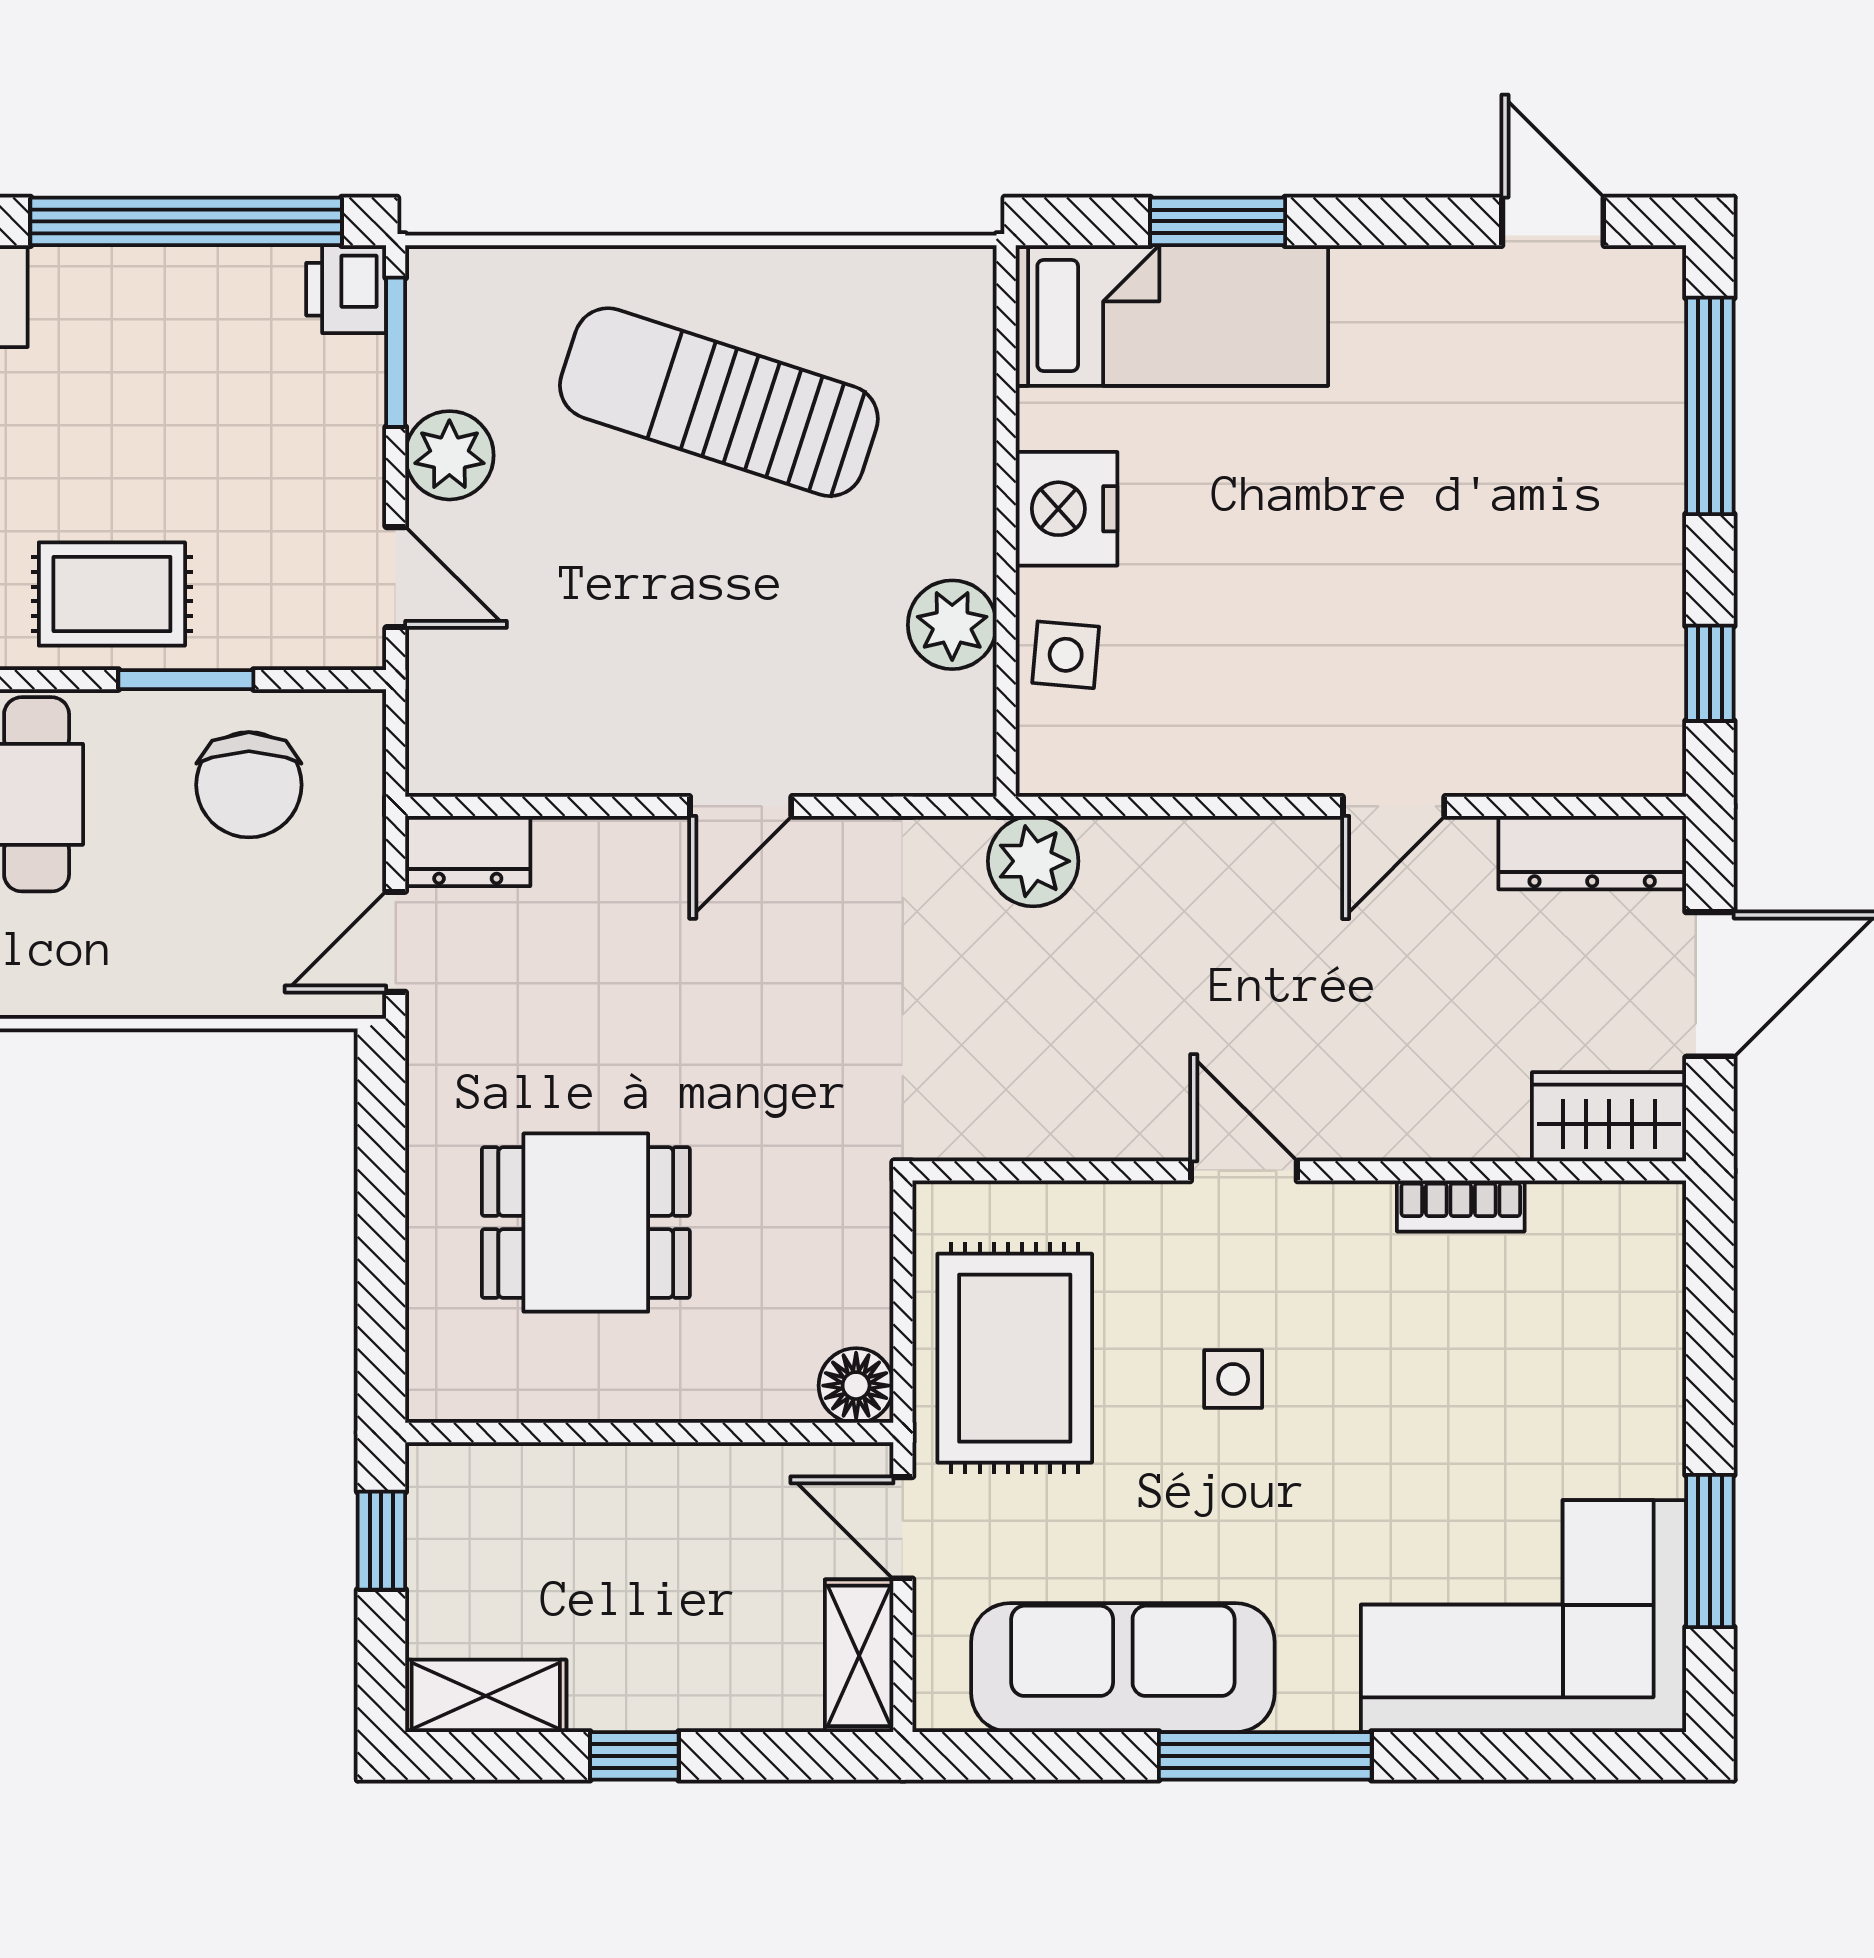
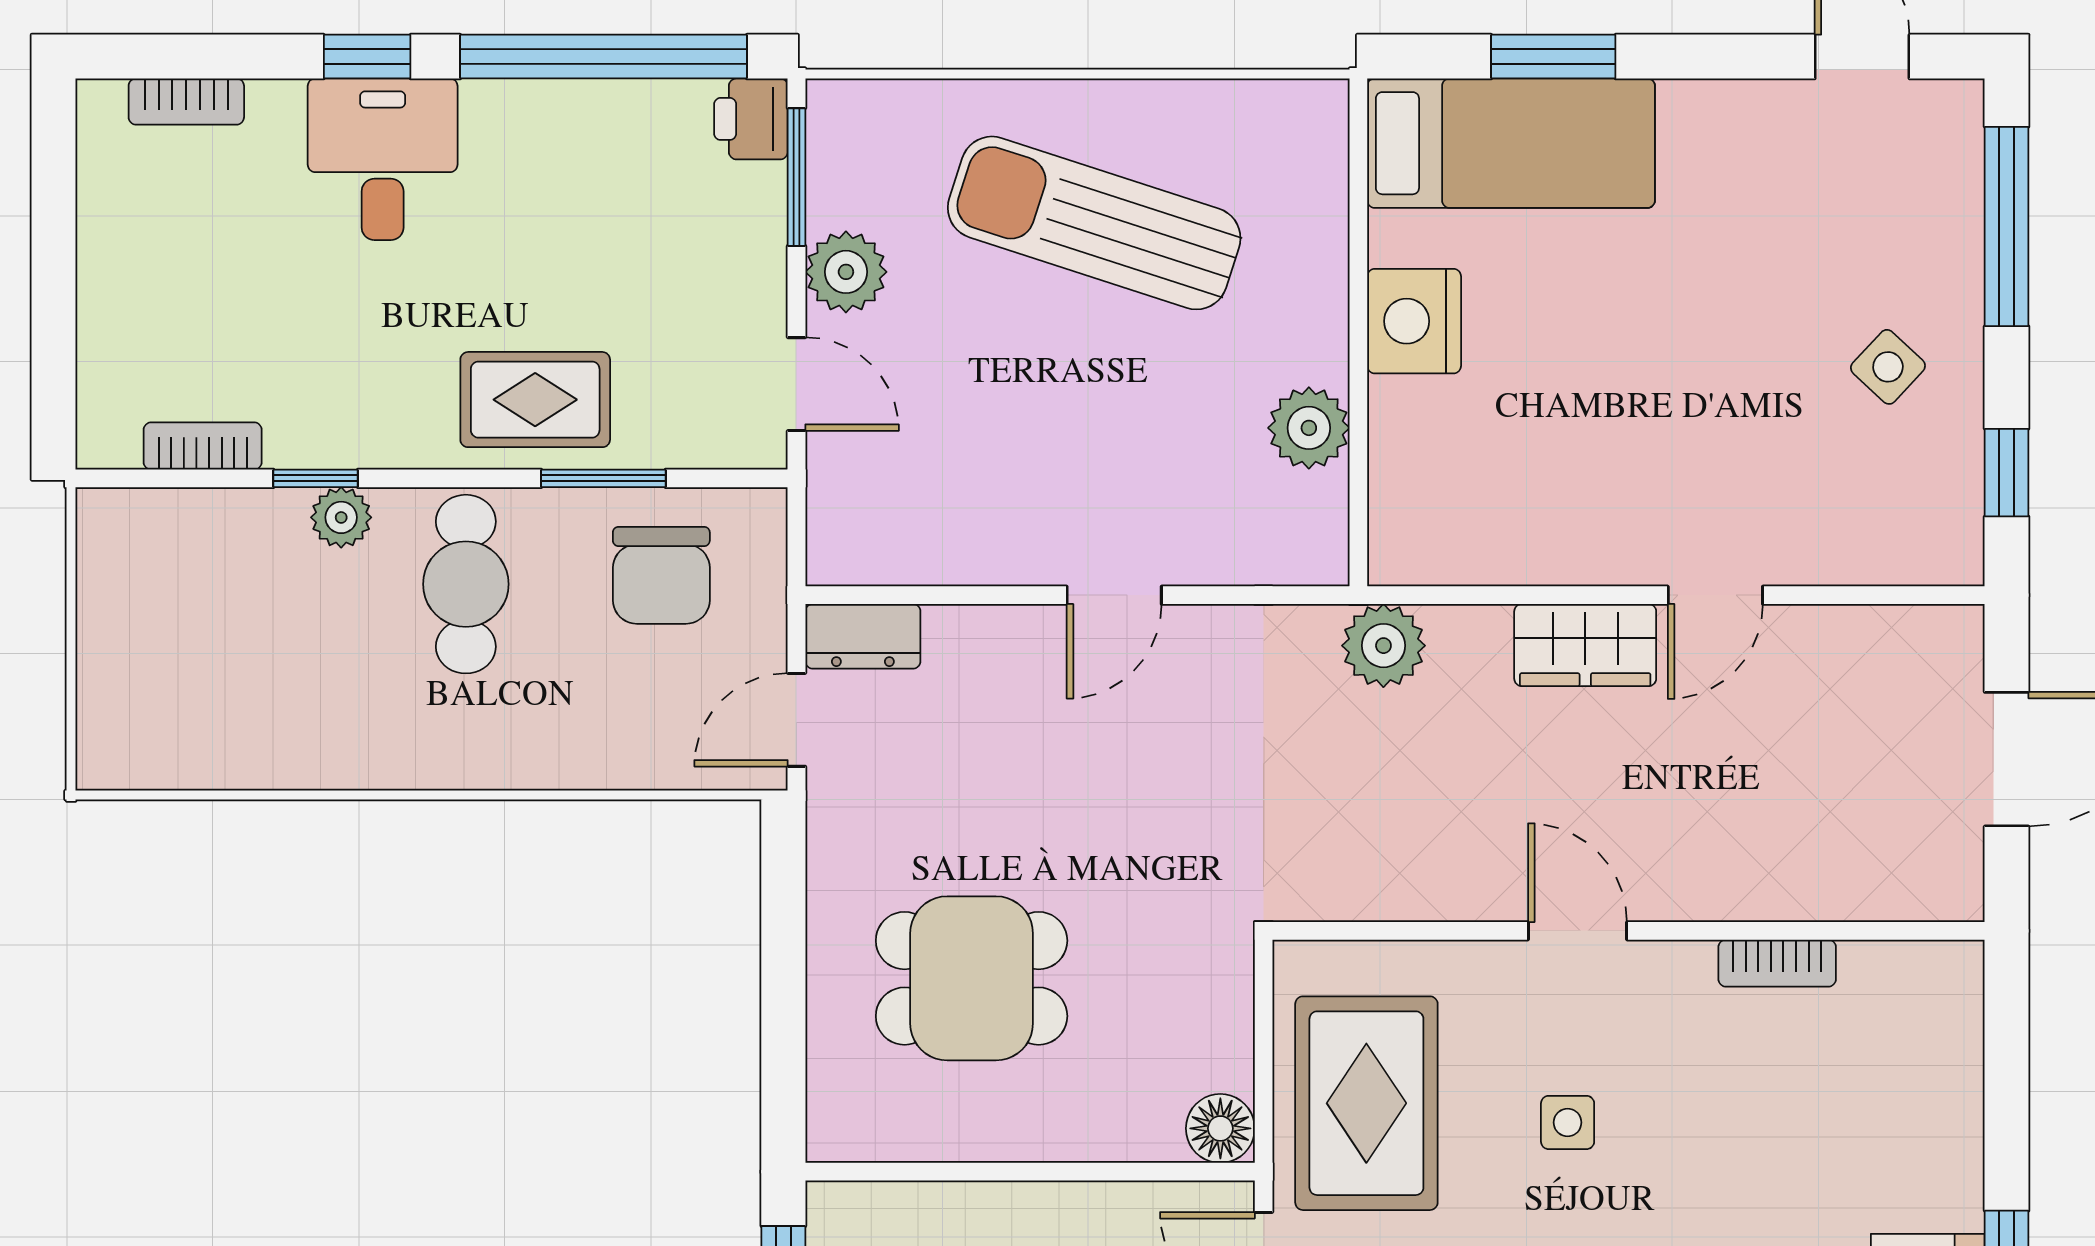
side table: (1066, 655) -> (1888, 367), moved, turned 38
dresser: (1592, 853) -> (1898, 638), removed
wardrobe: (1609, 1117) -> (1585, 645), moved, turned 180

